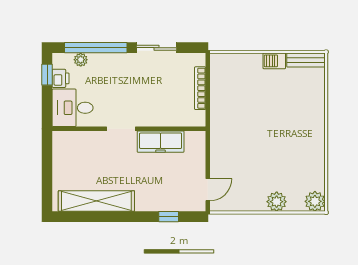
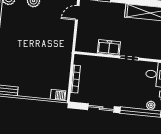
barbecue: (274, 61) -> (58, 95), moved
freezer: (161, 142) -> (109, 48), width x0.71

